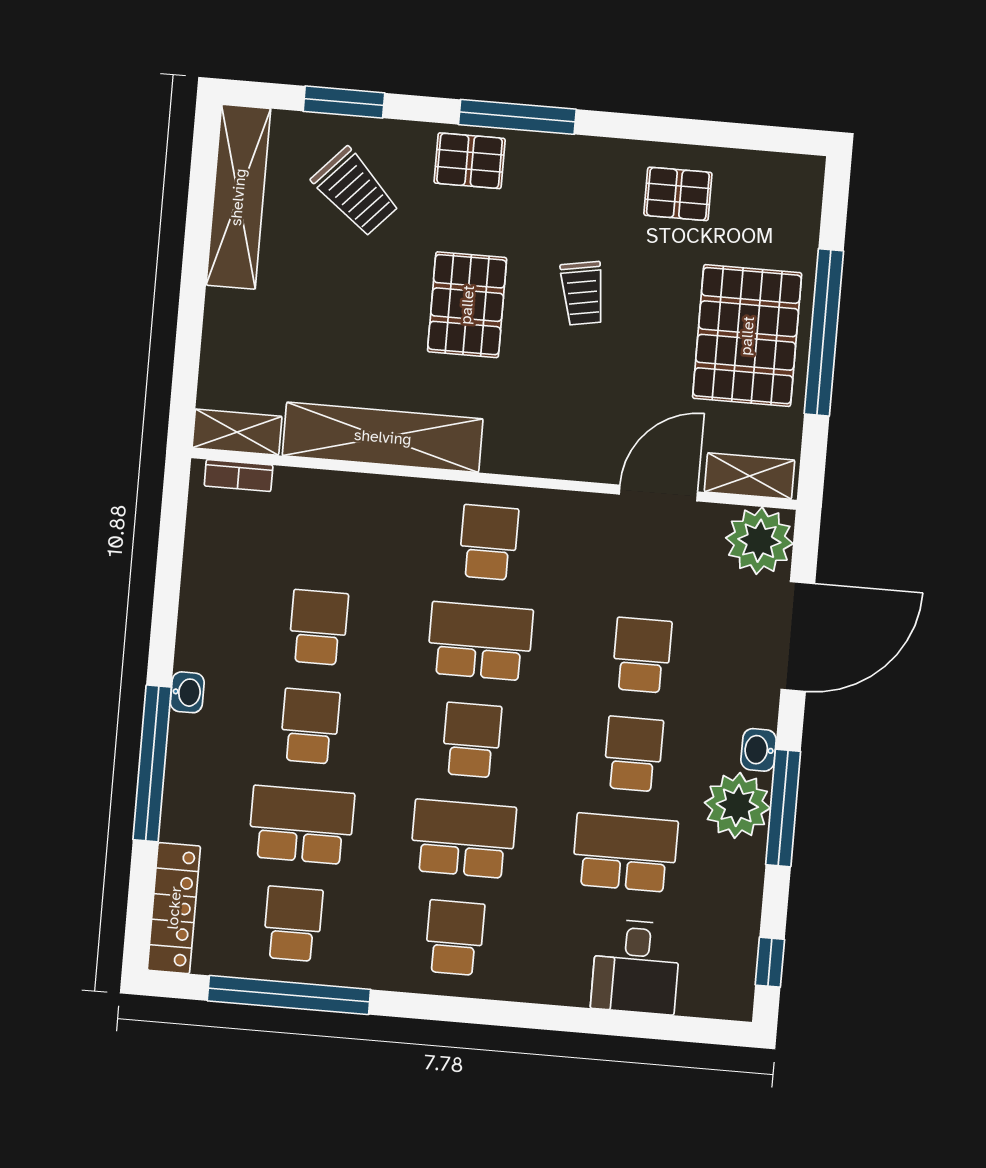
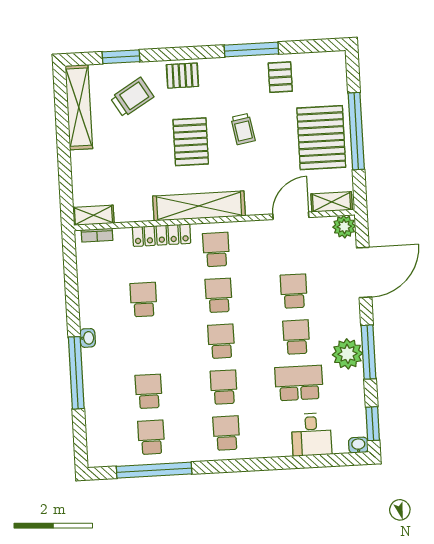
window: (517, 117) -> (251, 50), moved
trolley: (355, 192) -> (132, 97), turned -74
pallet: (678, 194) -> (280, 77), turned 90
shelving: (383, 437) -> (199, 206), moved
plant: (759, 541) -> (344, 227), width x0.73, depth x0.73
school desk: (480, 641) -> (219, 295), width x0.54
school desk: (310, 726) -> (146, 345), removed
washbasin: (759, 750) -> (358, 445), moved, turned 90
school desk: (301, 825) -> (149, 391), width x0.54
school desk: (463, 839) -> (224, 387), width x0.54
locker: (174, 908) -> (162, 235), moved, turned 90
window: (770, 962) -> (373, 424), width x1.50

